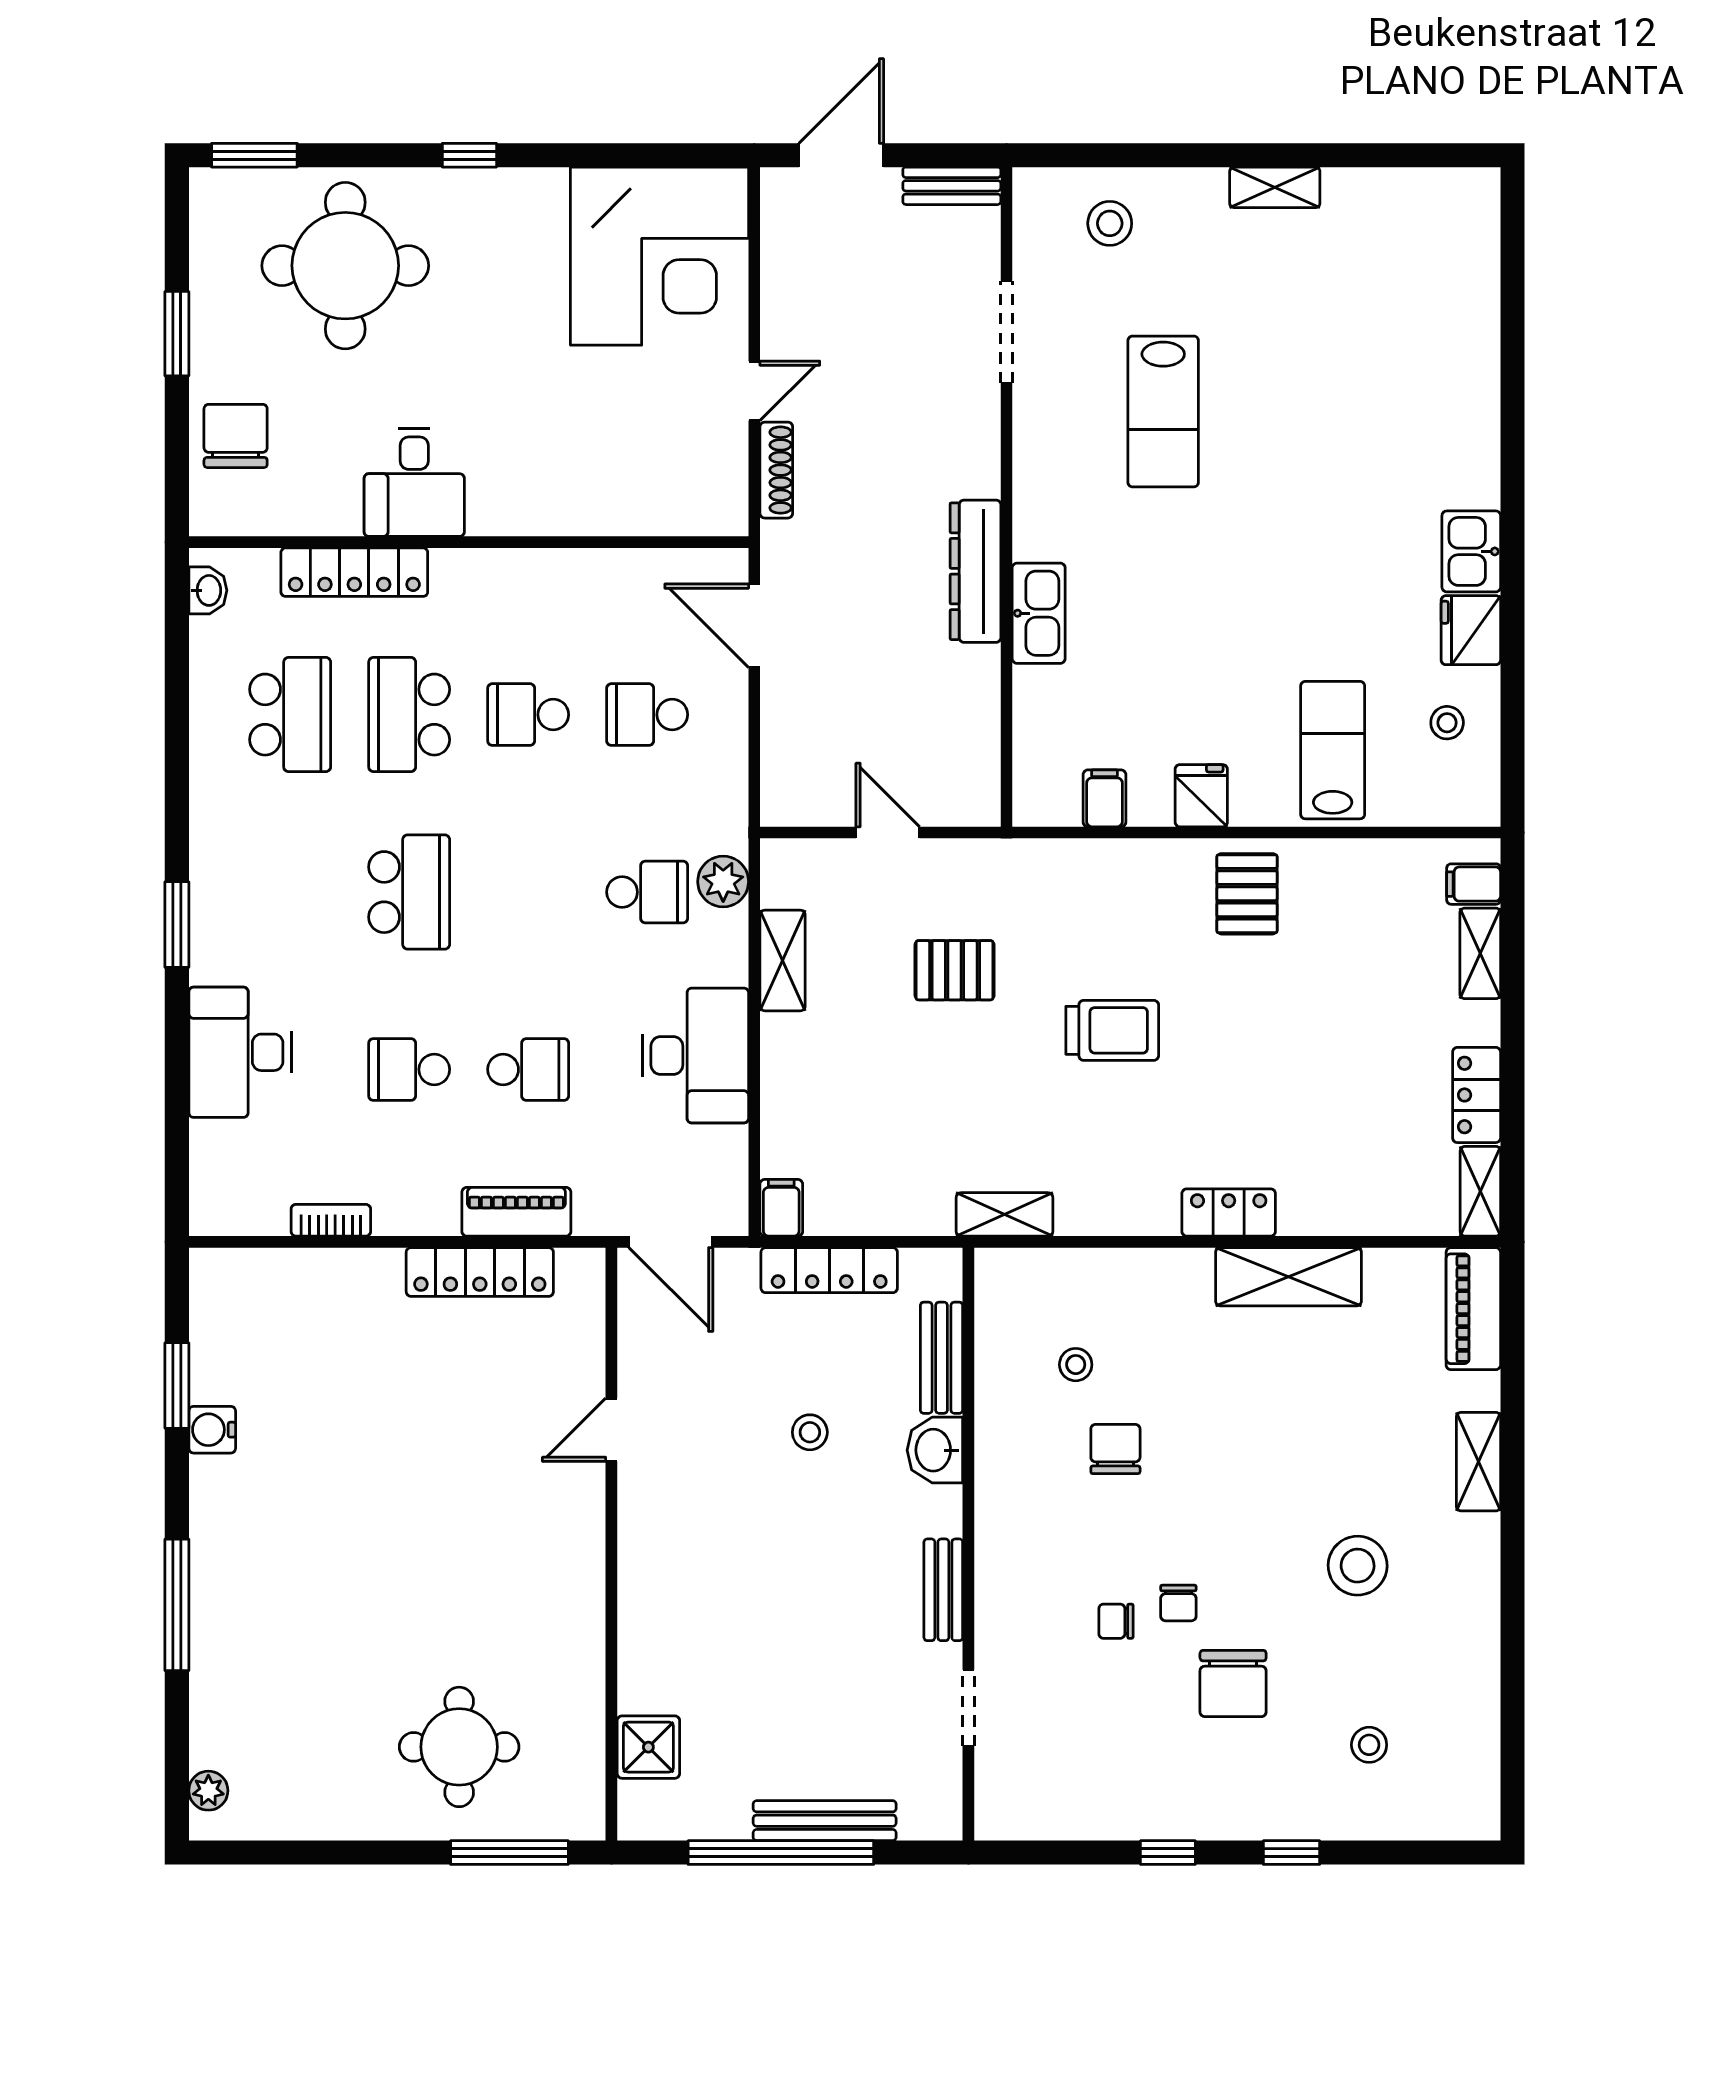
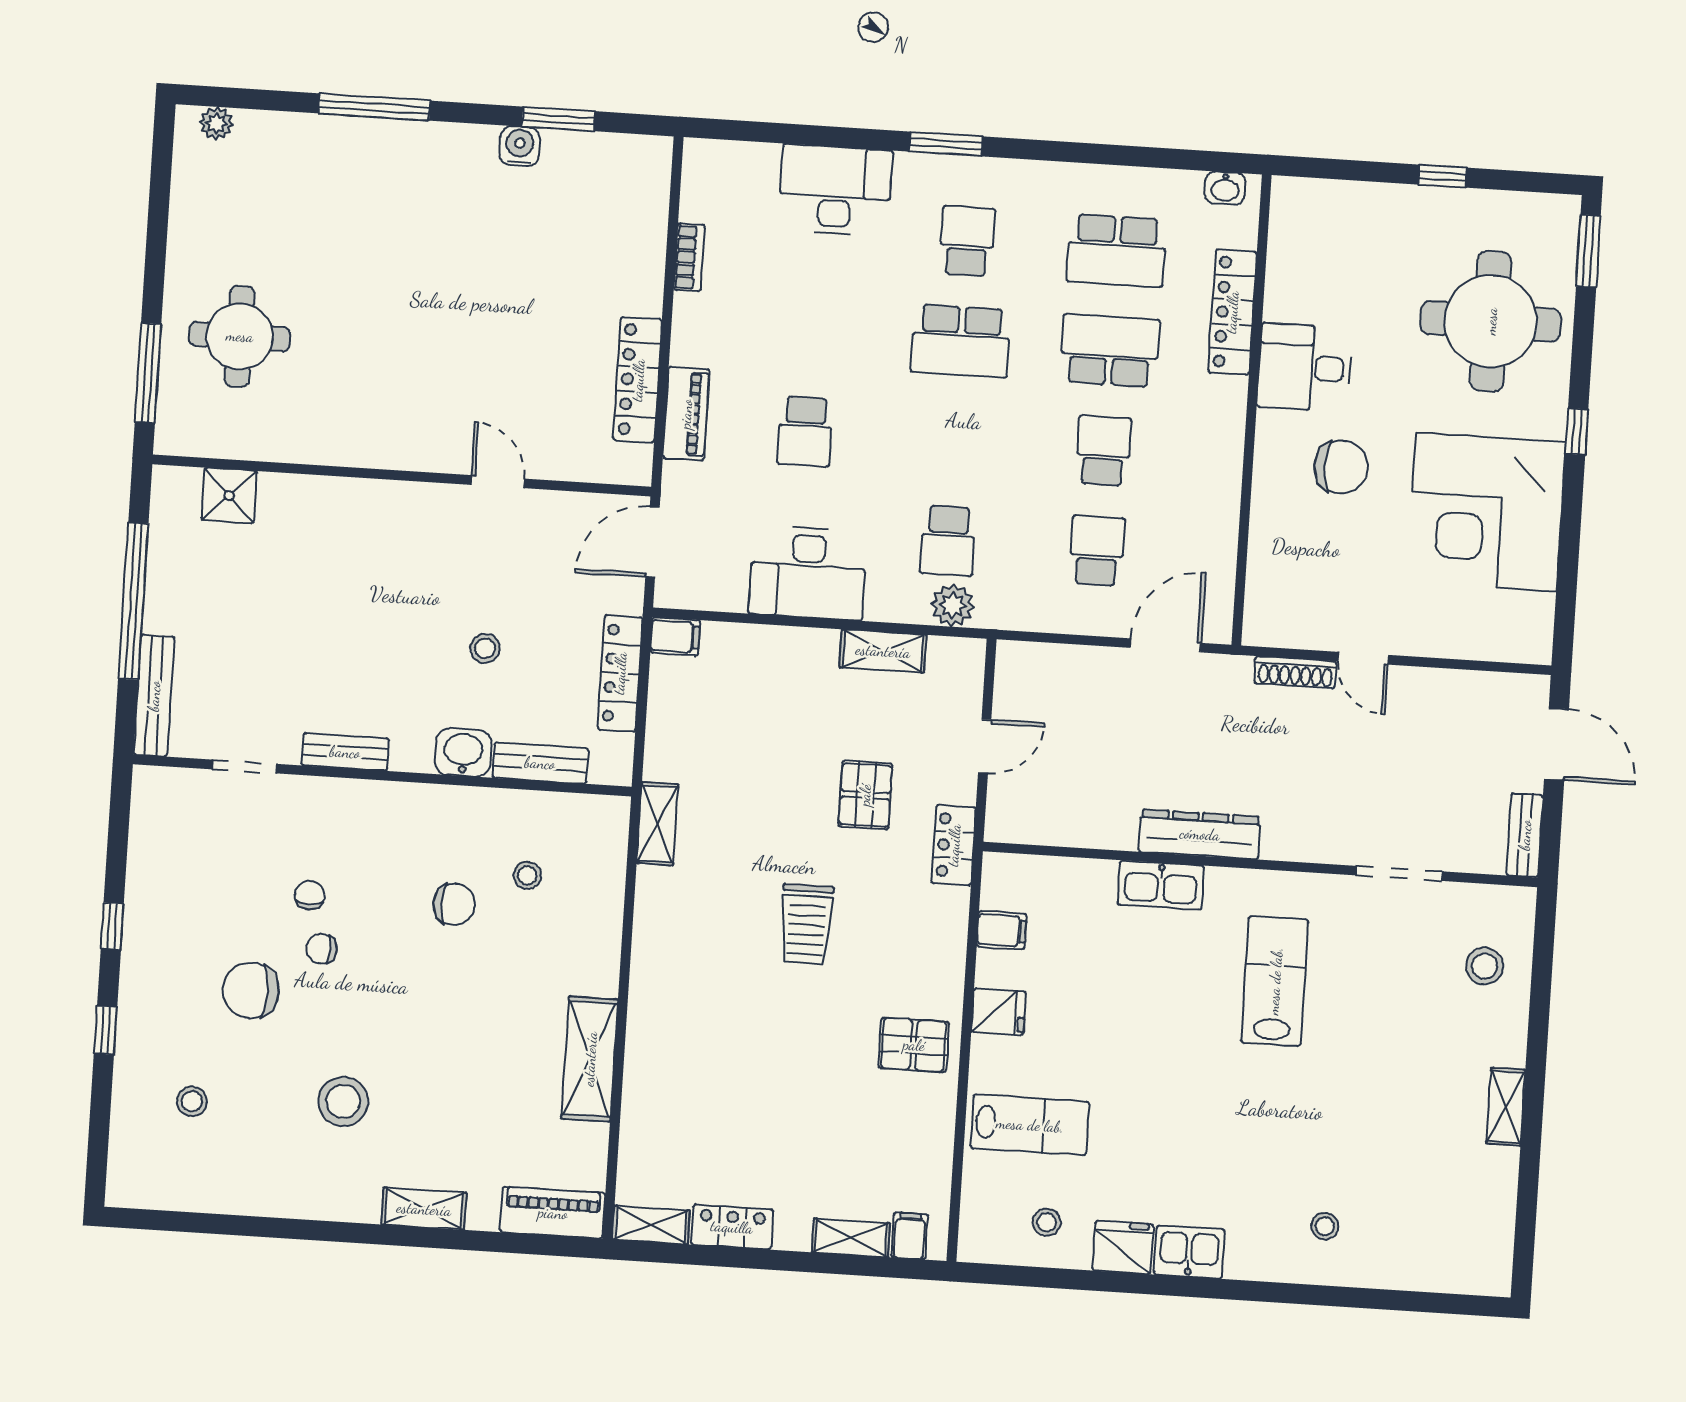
corner desk: (659, 256) -> (1486, 512), moved
window: (177, 334) -> (1443, 176), width x0.67
stool: (1430, 393) -> (1325, 1226), added
lab bench: (1163, 411) -> (1275, 981), moved, turned 90
chair: (236, 436) -> (1341, 467), moved
school desk: (409, 1069) -> (967, 241), moved
locker: (1229, 1213) -> (954, 845), moved, turned 180
bench: (825, 1821) -> (154, 696), moved

